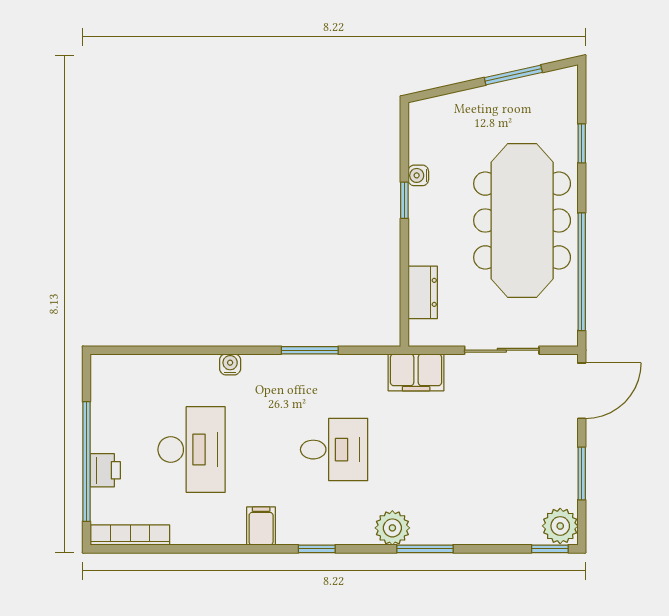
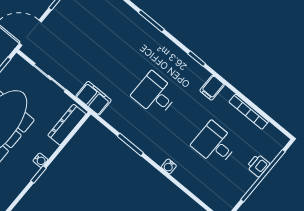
water cooler: (418, 175) -> (40, 160), moved
dresser: (423, 292) -> (67, 125), width x1.44
desk: (192, 450) -> (215, 144), width x0.73
plant: (392, 528) -> (158, 41), removed
bookcase: (130, 535) -> (249, 112), moved

